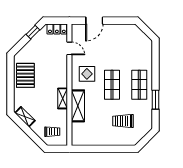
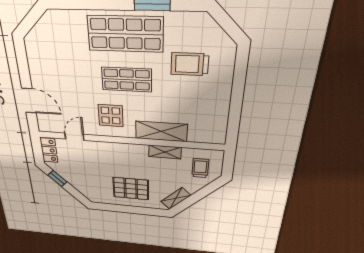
pallet: (25, 75) -> (131, 189), moved
shop shelf: (139, 85) -> (125, 34), width x1.43, depth x1.36
shelving: (63, 98) -> (165, 152), moved
trolley: (123, 121) -> (190, 64), turned 90

